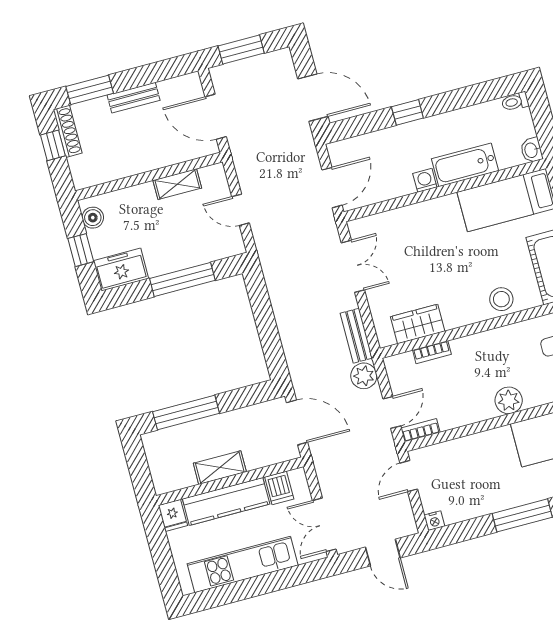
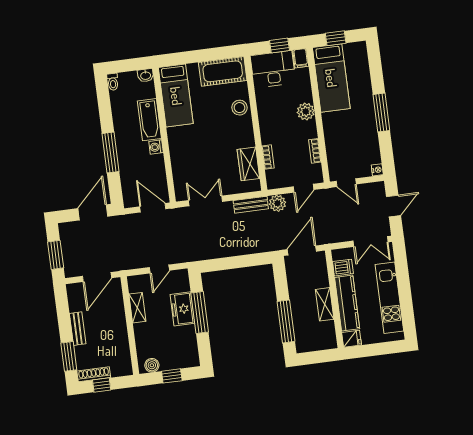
window: (407, 112) -> (111, 152), width x2.17
freezer: (121, 270) -> (182, 309), moved
door: (392, 412) -> (304, 188), swing flipped
bookcase: (420, 430) -> (315, 151), moved

